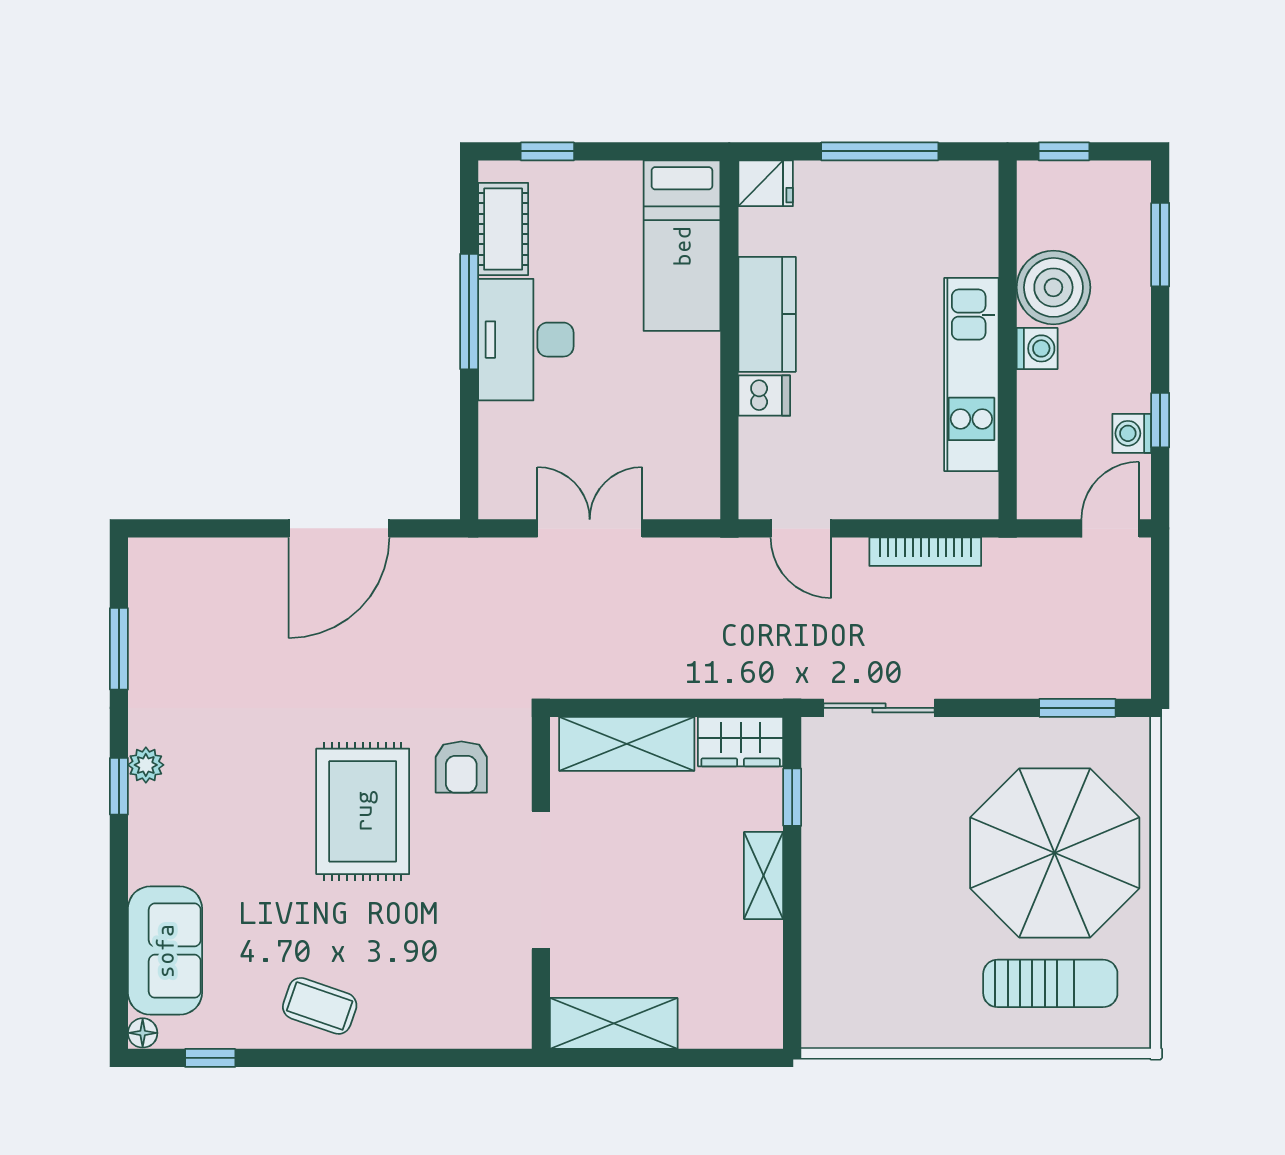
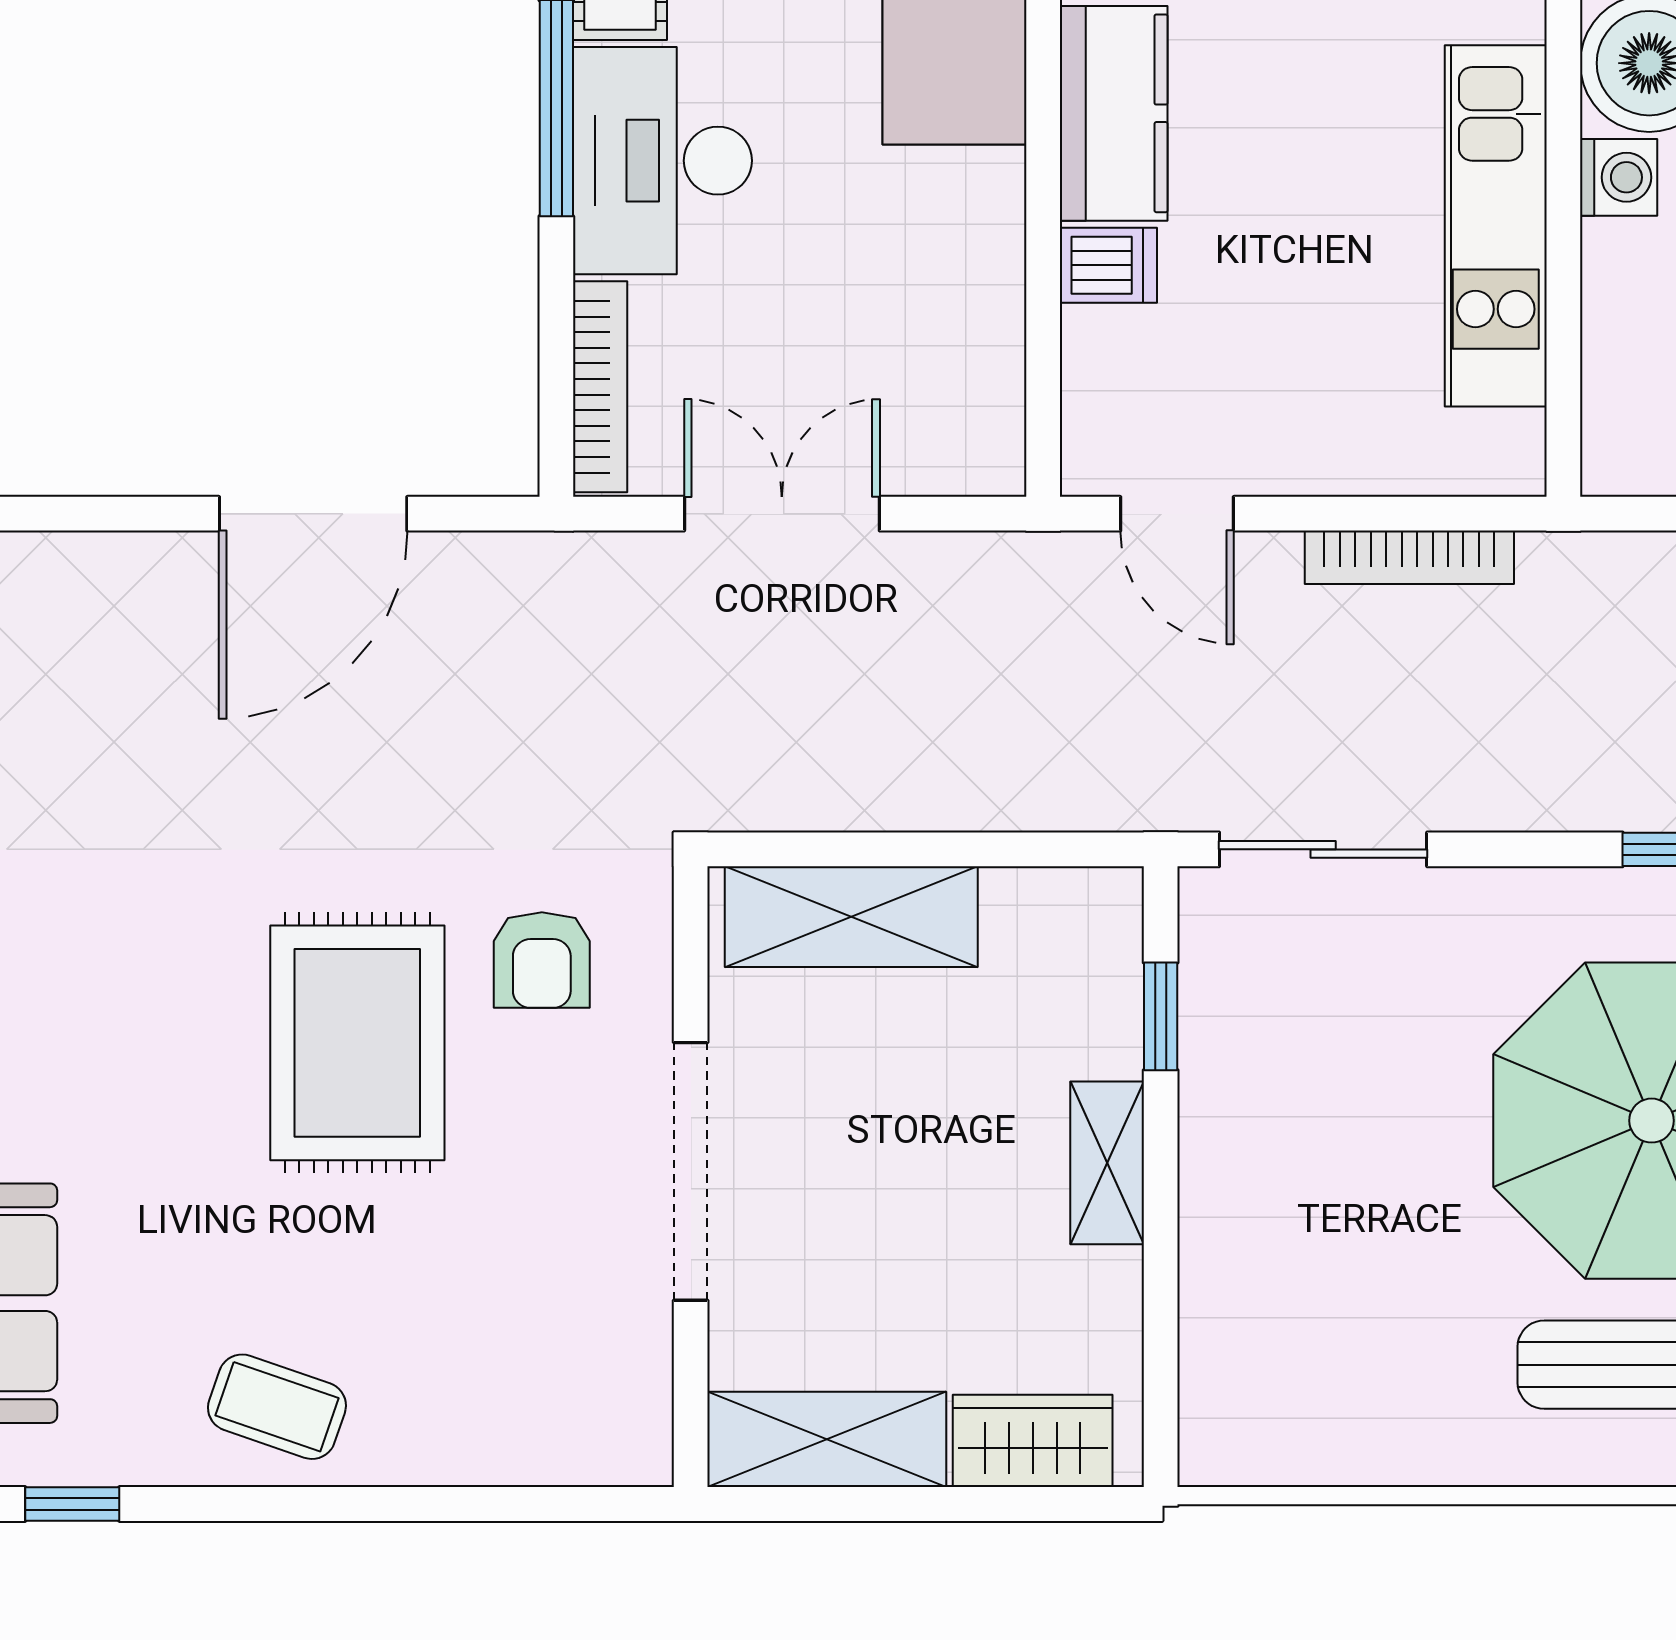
bookcase: (492, 461) -> (600, 387), added
wardrobe: (741, 742) -> (1033, 1441), moved, turned 180

